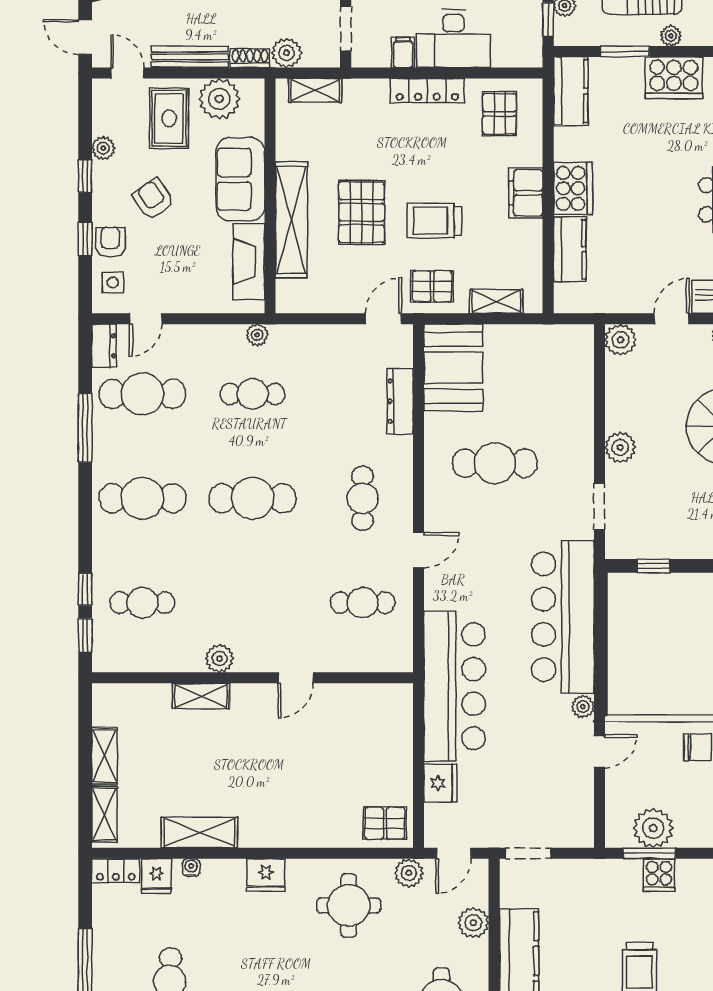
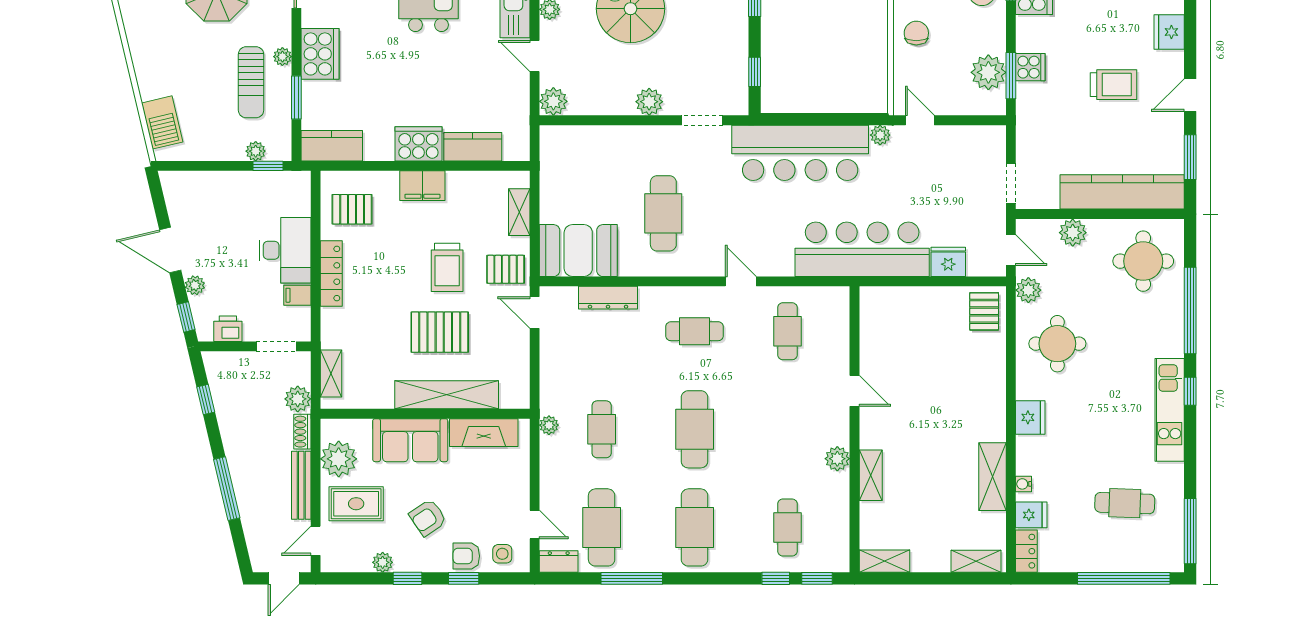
pallet: (432, 286) -> (506, 269), turned 90
shelving: (105, 756) -> (884, 561), moved

